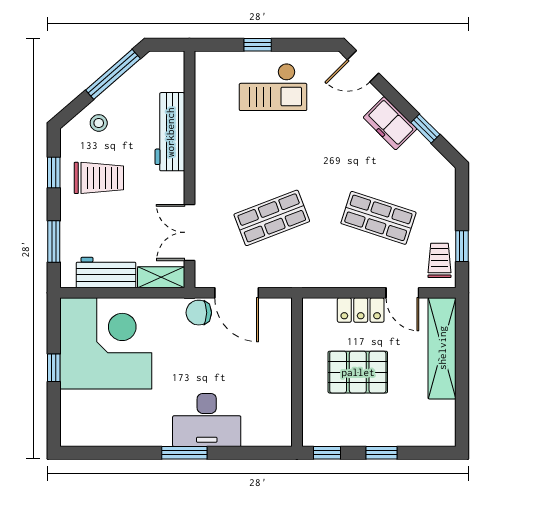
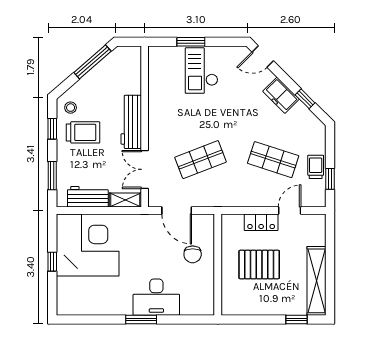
window: (258, 45) -> (191, 42), width x1.50
checkout: (273, 87) -> (201, 71), turned 90
stool: (99, 123) -> (71, 108), moved
workbench: (170, 132) -> (131, 122), moved
trolley: (439, 260) -> (316, 167), moved
door: (402, 293) -> (290, 211), swing flipped
chair: (199, 313) -> (193, 254), moved, turned -90
shelving: (442, 348) -> (316, 281), moved
window: (327, 453) -> (238, 319), removed
window: (382, 453) -> (296, 319), moved

